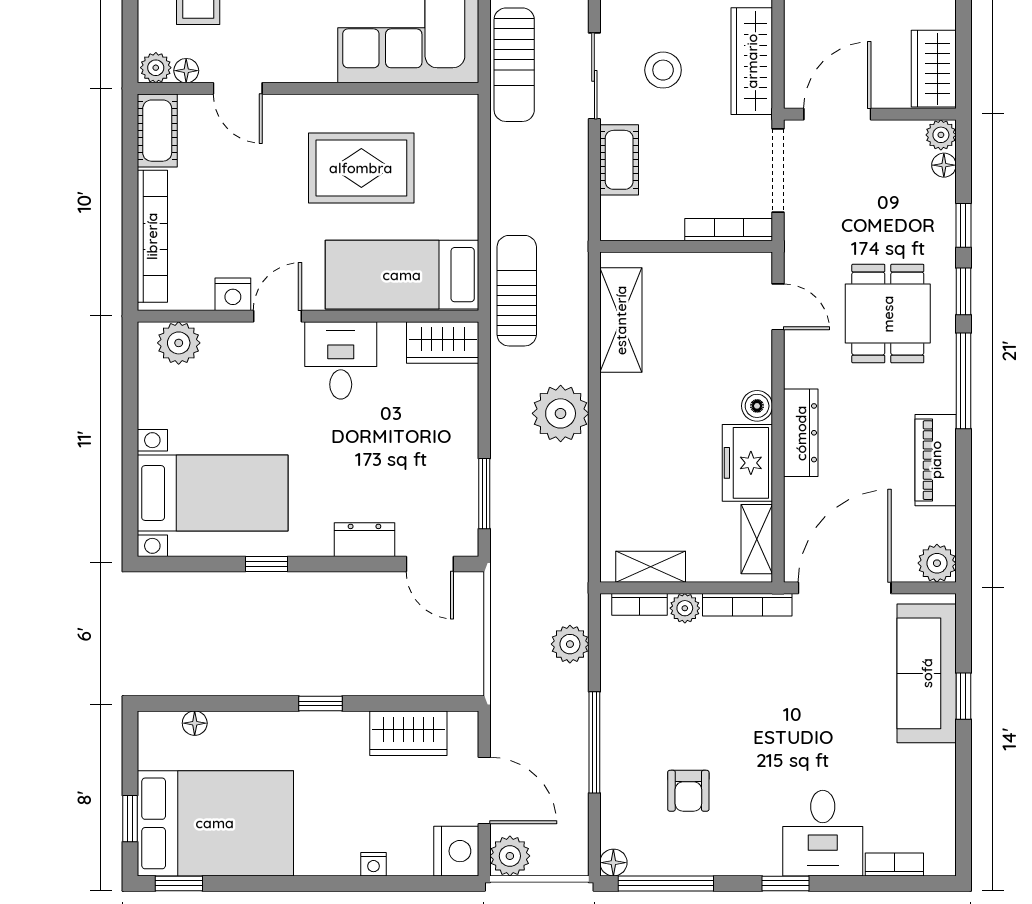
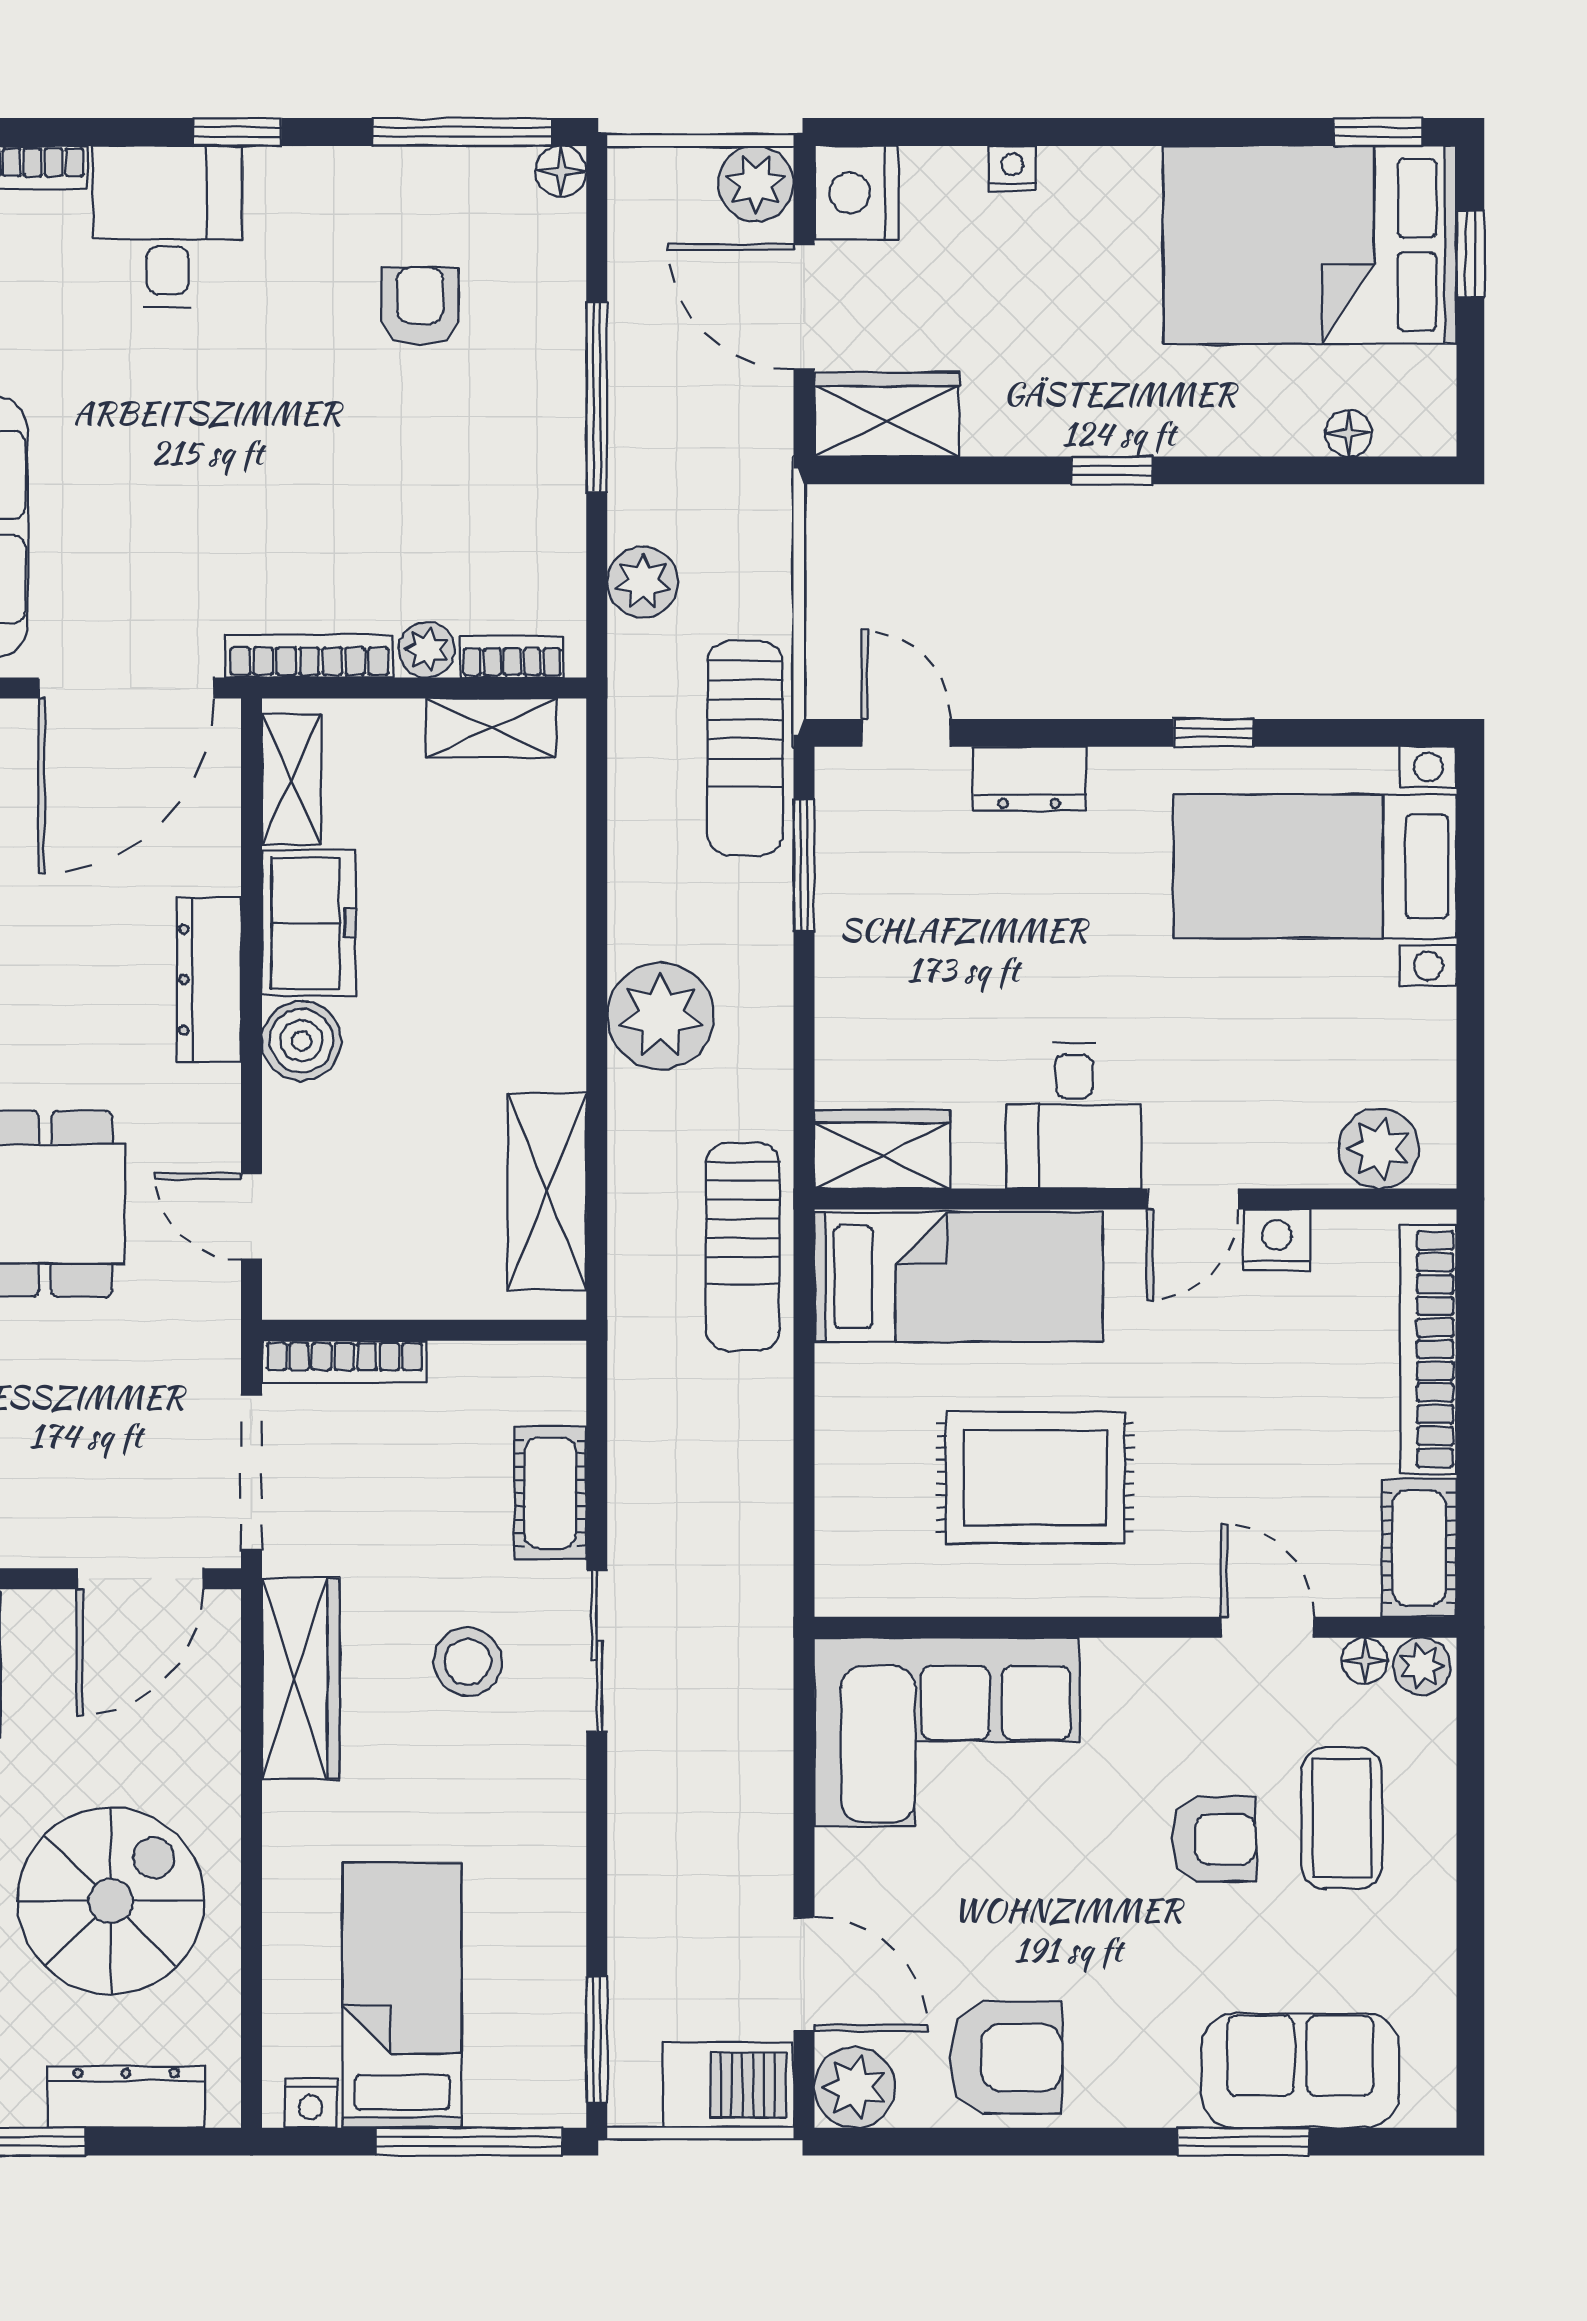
sun lounger: (514, 65) -> (745, 748), moved, turned 180
boiler: (757, 406) -> (301, 1041), width x1.36, depth x1.36
wardrobe: (408, 733) -> (887, 415), moved

